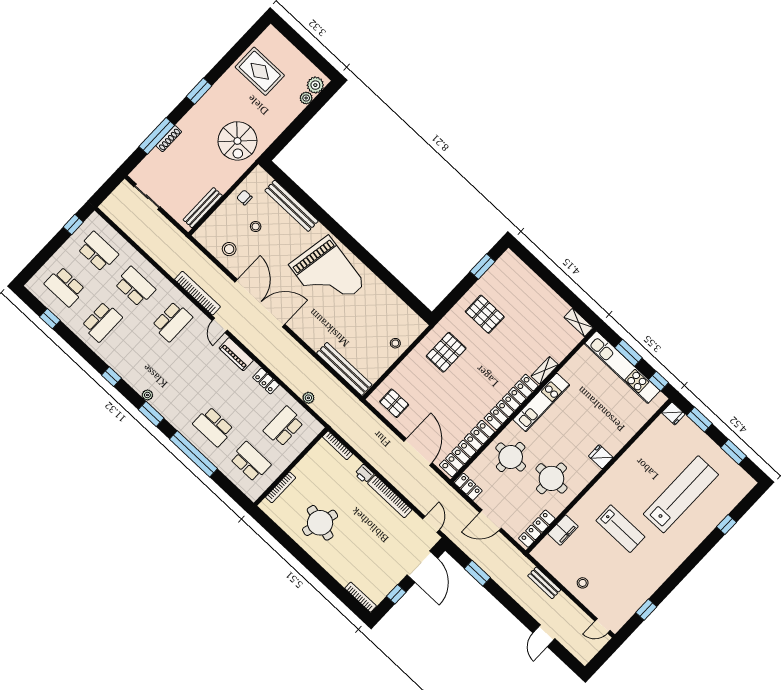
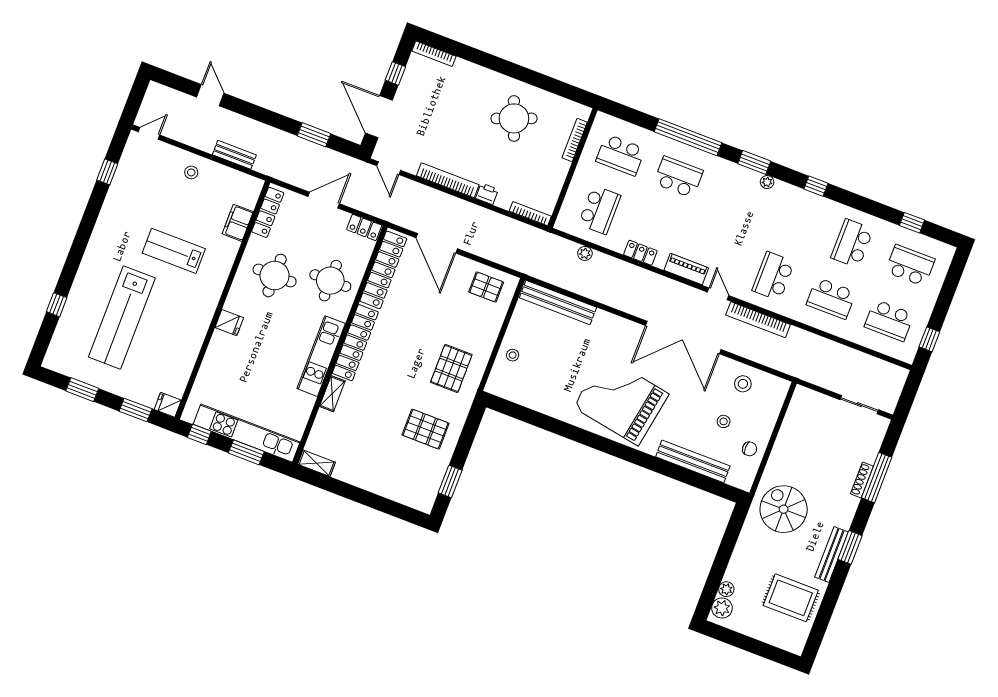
bench: (203, 208) -> (831, 555), moved
round table: (320, 523) -> (514, 118), turned -36

